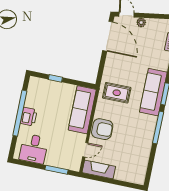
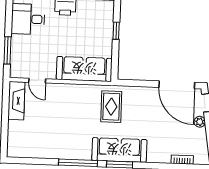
door: (108, 36) -> (177, 85), hinge flipped
armchair: (102, 129) -> (65, 97), removed

